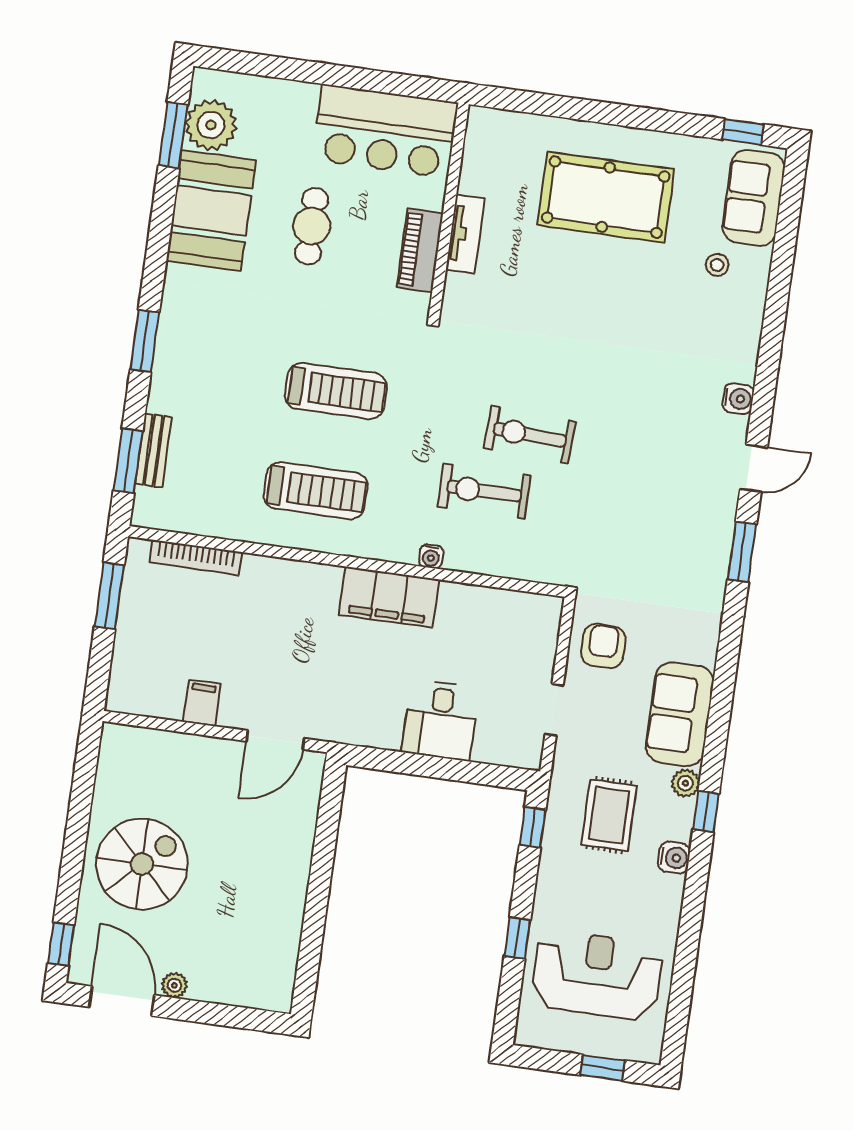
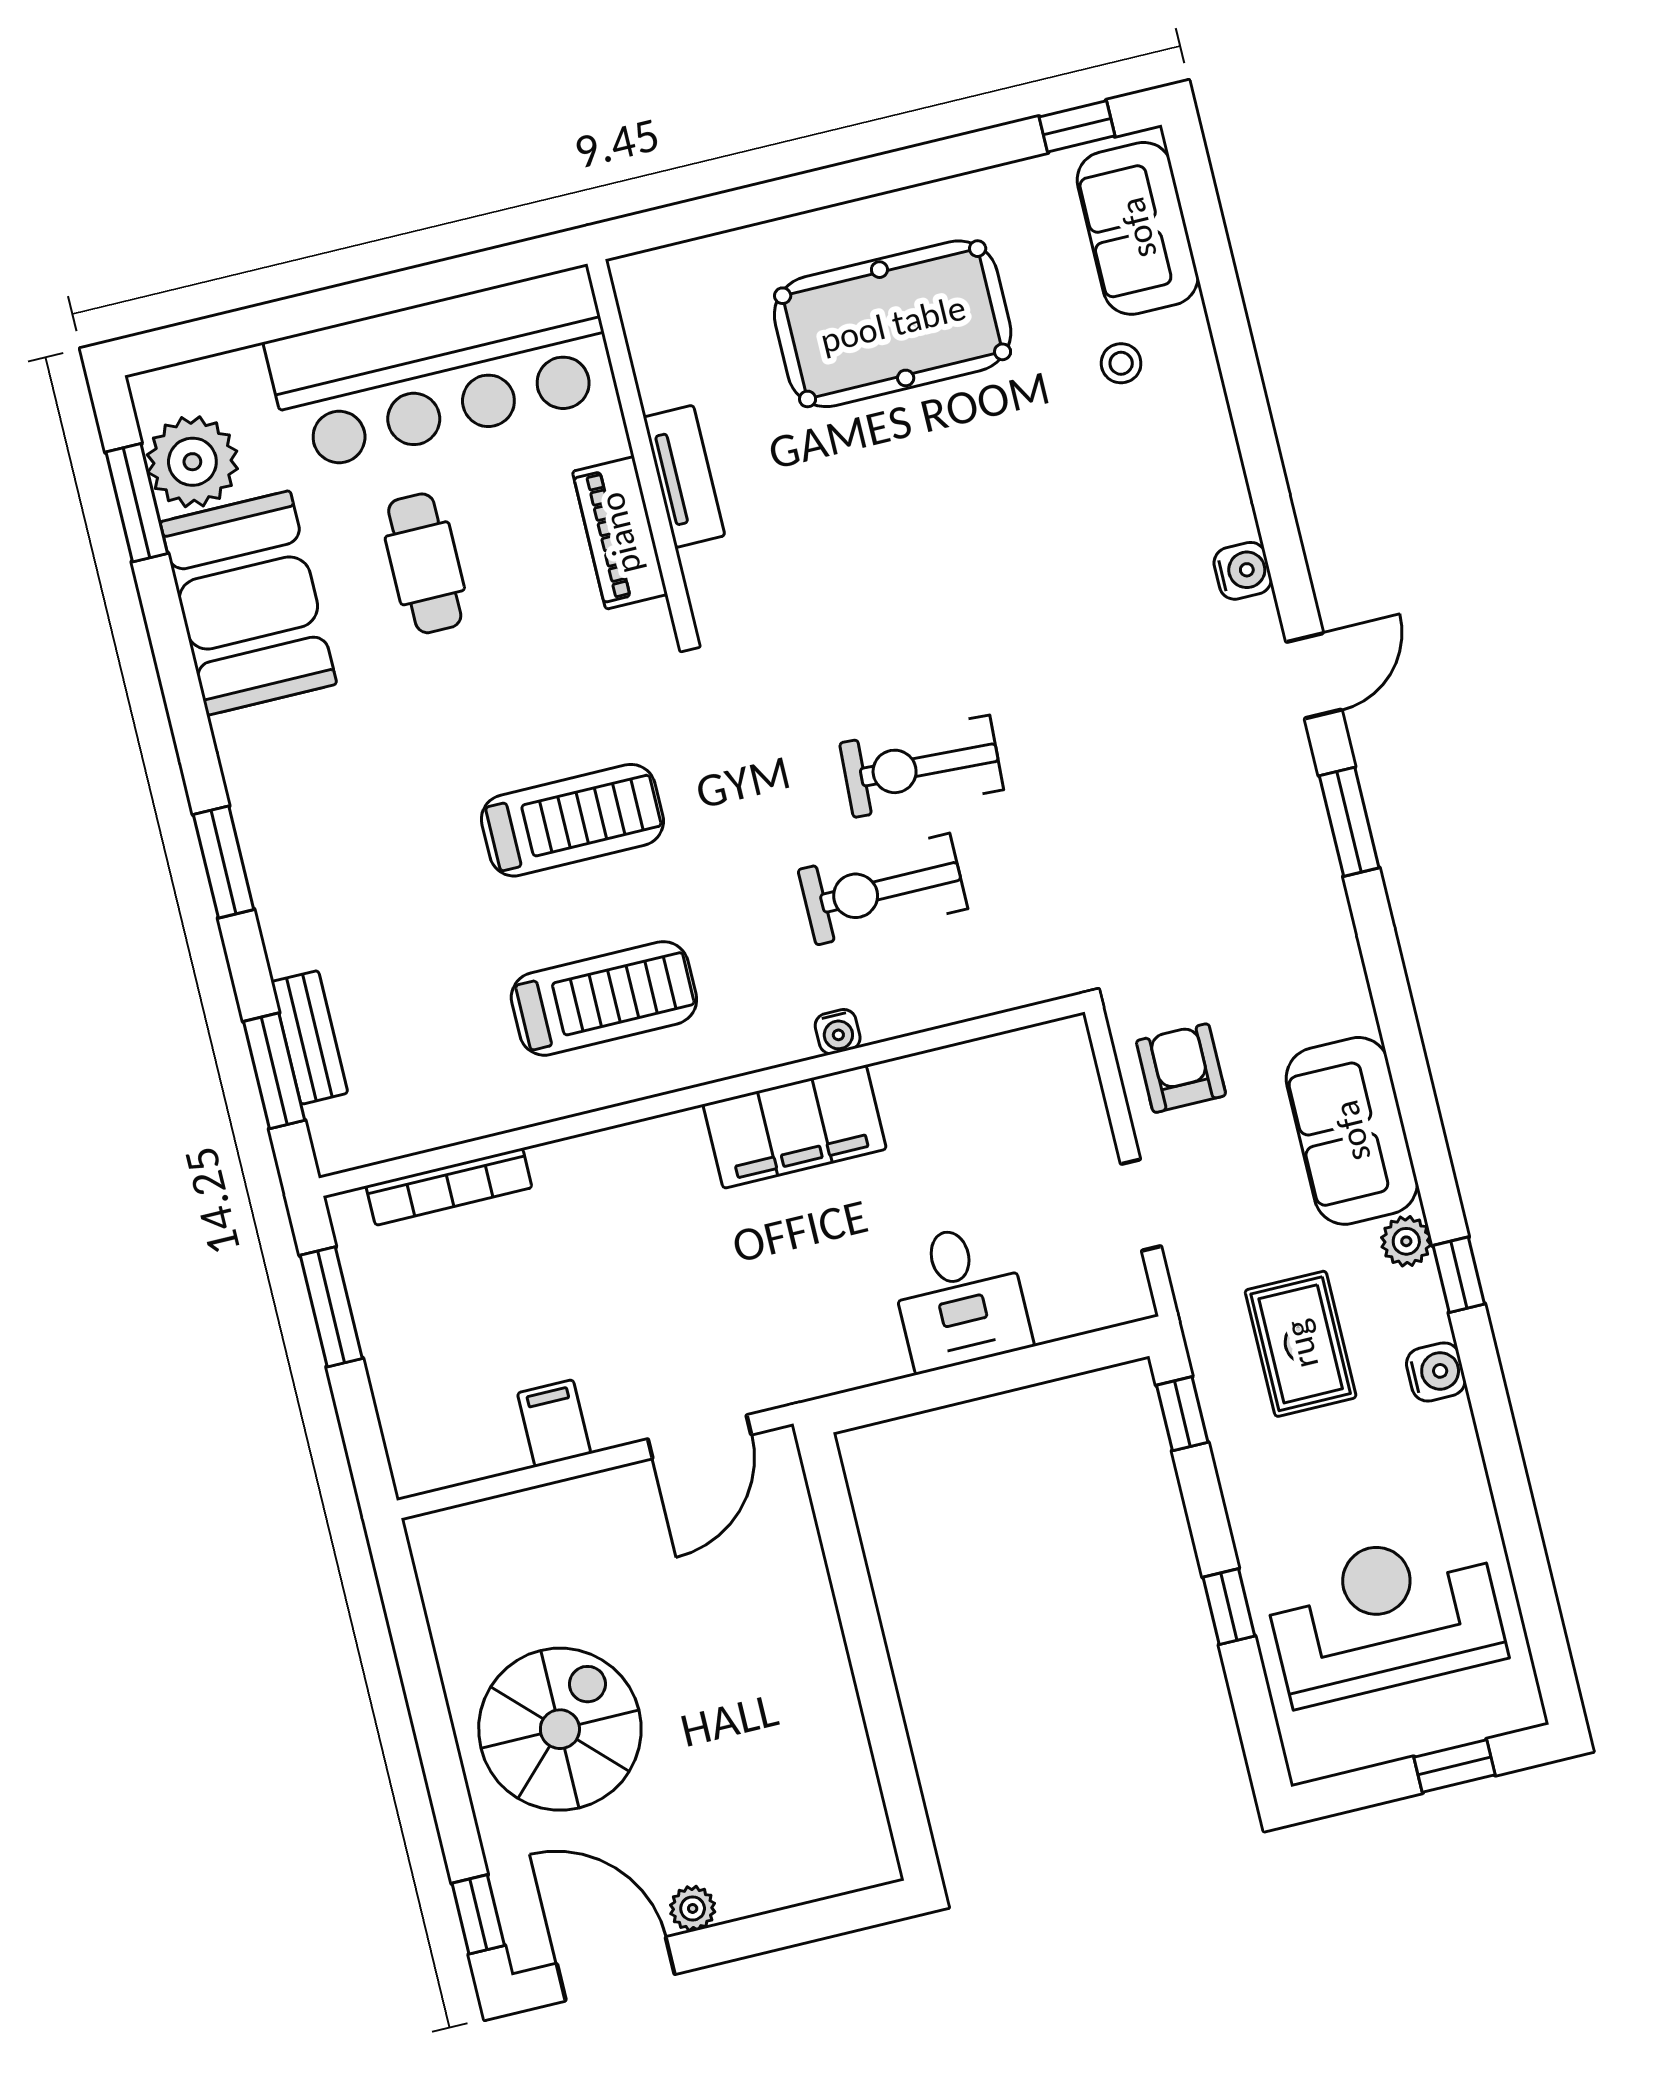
bar counter: (385, 131) -> (441, 369), width x1.36

